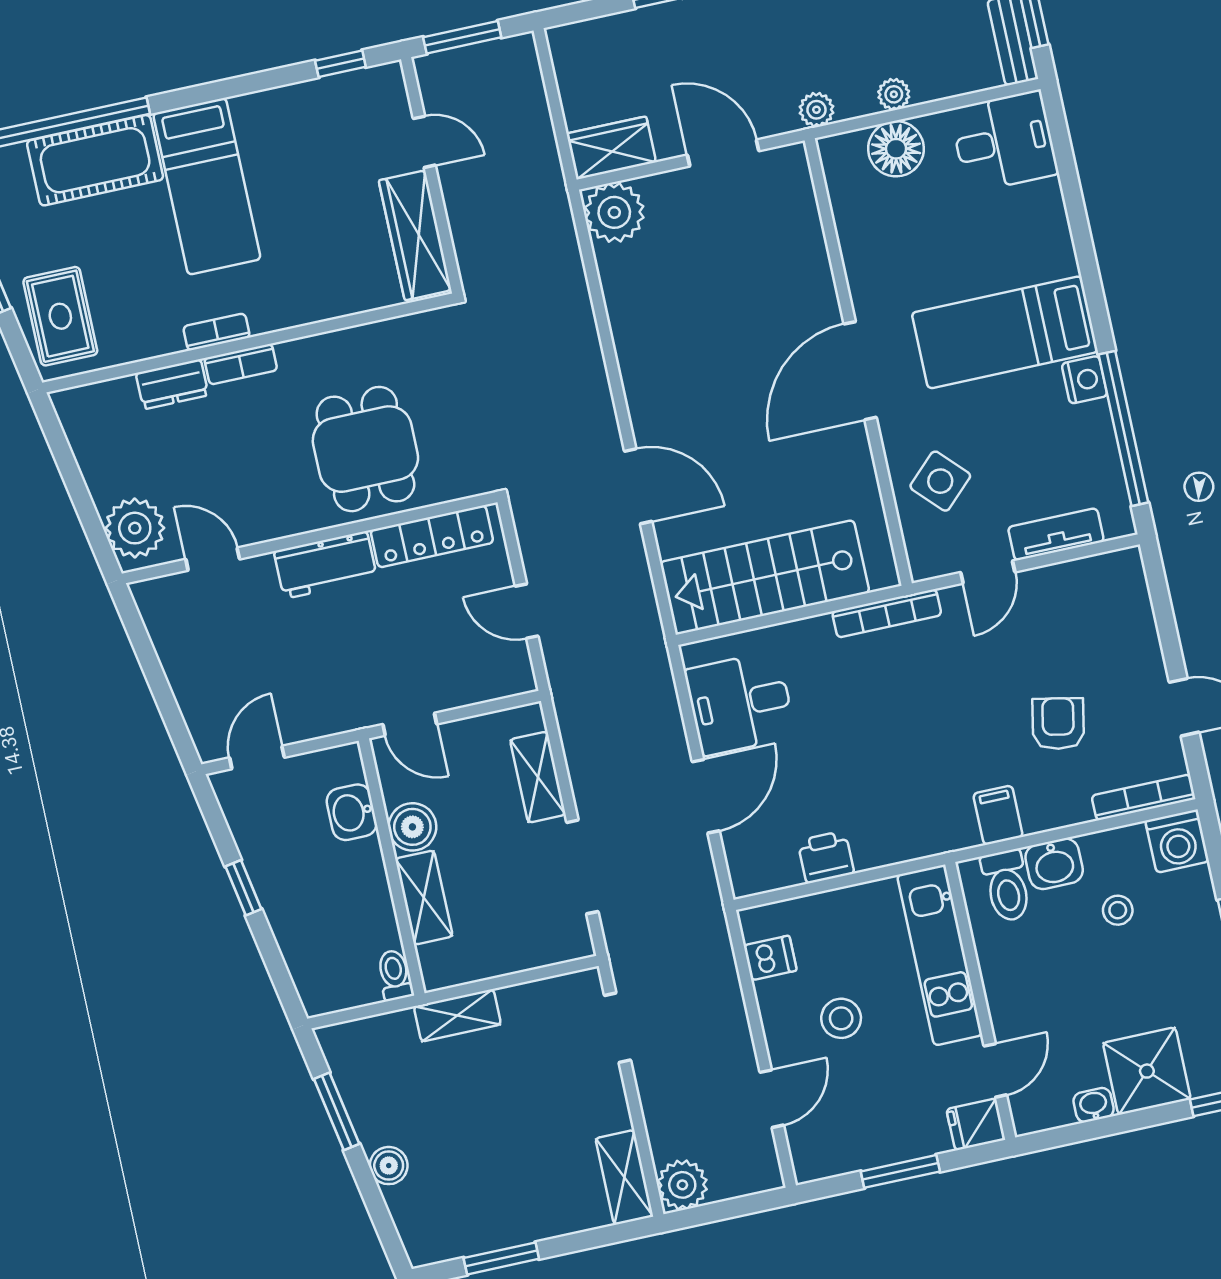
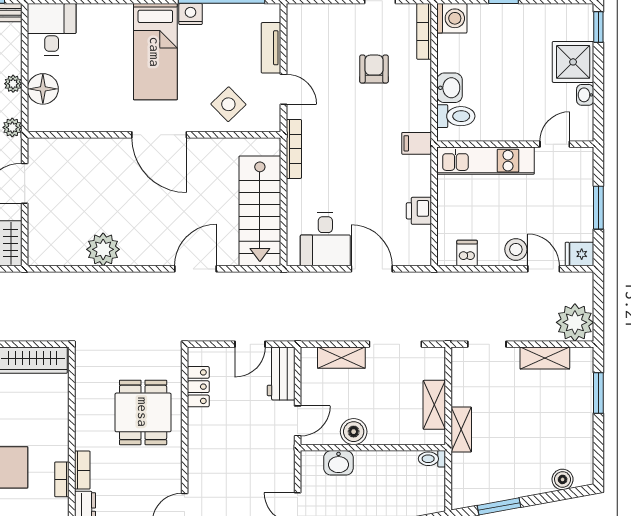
plant: (614, 212) -> (103, 249), moved
dining table: (365, 449) -> (143, 412), turned 90
locker: (432, 536) -> (198, 387), width x0.66
workbench: (325, 565) -> (281, 373), moved, turned 180
armchair: (1058, 724) -> (374, 69), turned 79
filing cabinet: (998, 815) -> (417, 143), moved
shelving: (424, 898) -> (434, 405), moved, turned 90
stool: (1118, 910) -> (482, 59), removed
stool: (841, 1018) -> (516, 249), moved
door: (995, 1070) -> (555, 144), hinge flipped
fridge: (976, 1124) -> (579, 254), moved, turned 90
boiler: (389, 1166) -> (563, 479), moved
shelving: (624, 1177) -> (545, 358), moved
plant: (682, 1185) -> (575, 322), width x1.36, depth x1.36
window: (501, 1258) -> (598, 393), moved

